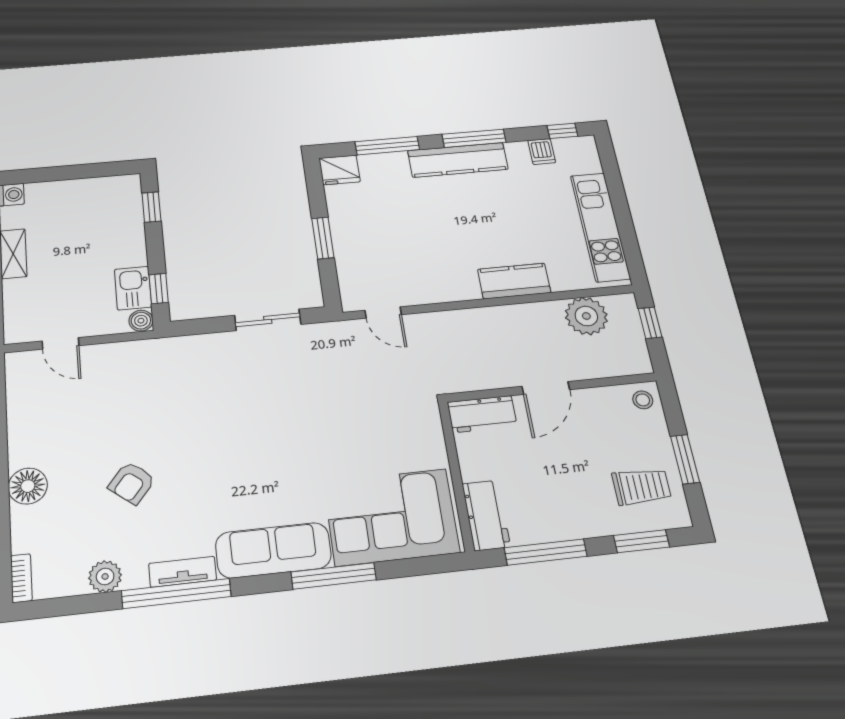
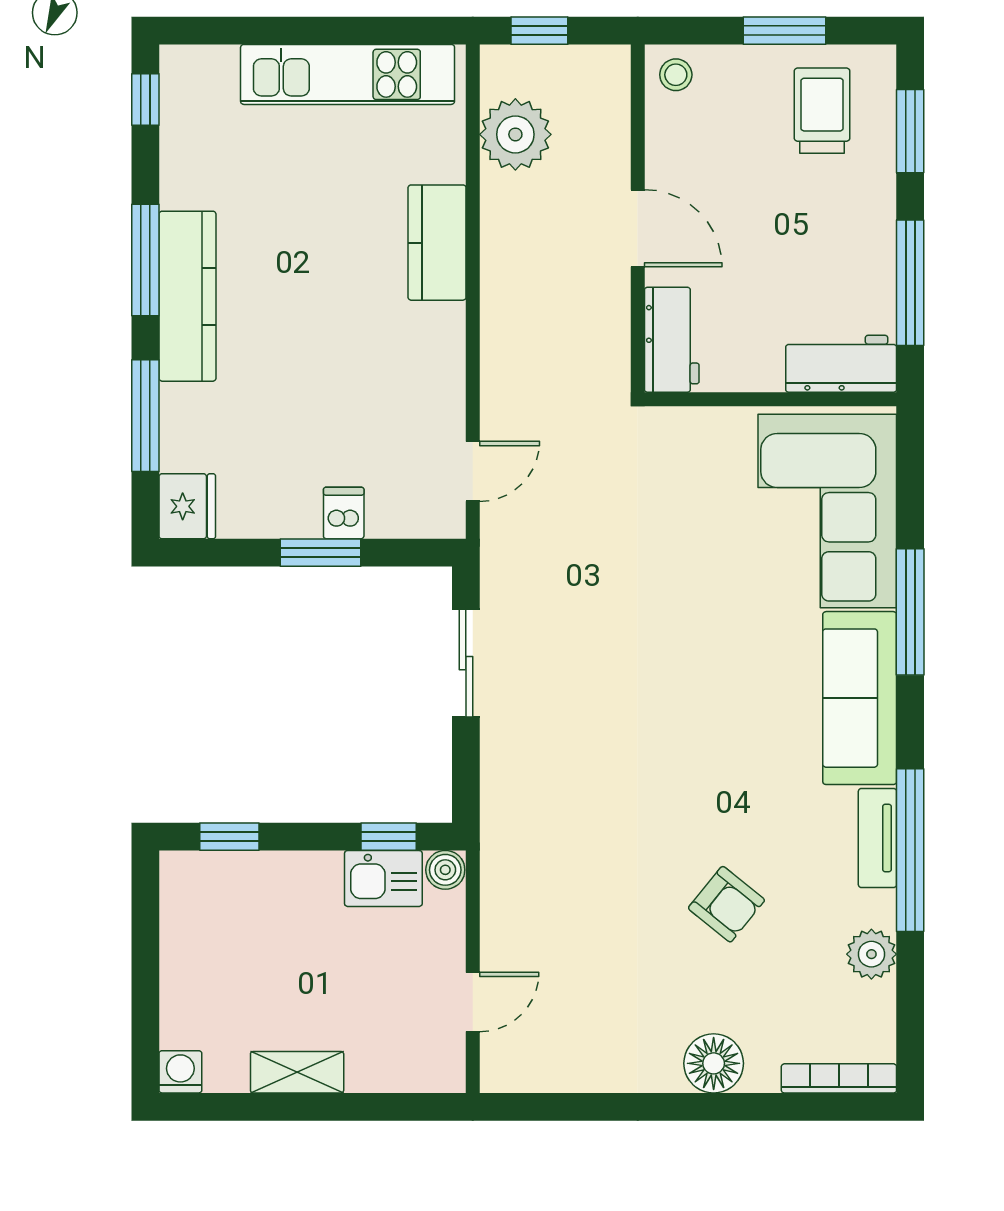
dishwasher: (542, 152) -> (344, 513), moved, turned -90
bookcase: (21, 578) -> (839, 1078), width x1.56

